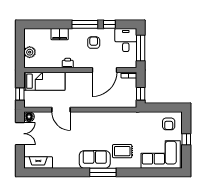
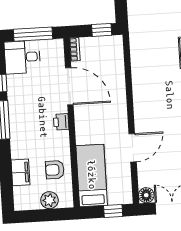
filing cabinet: (60, 34) -> (21, 172), moved
armchair: (94, 43) -> (55, 170), moved
printer: (68, 63) -> (61, 122), moved

